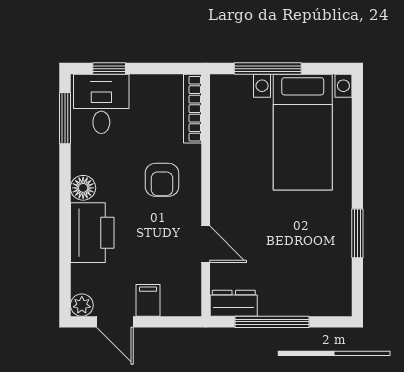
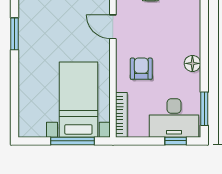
desk: (101, 104) -> (174, 118), width x1.37
bed with nightstands: (303, 132) -> (78, 100), moved
printer: (92, 233) -> (187, 34), removed

